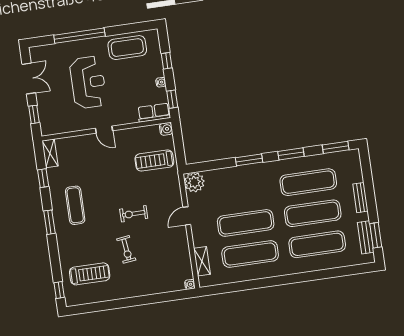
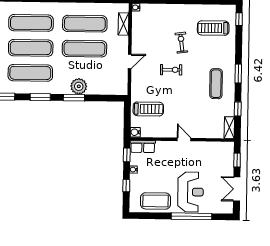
reception desk: (88, 82) -> (191, 192), moved, turned 180
plant: (194, 182) -> (79, 86), moved

